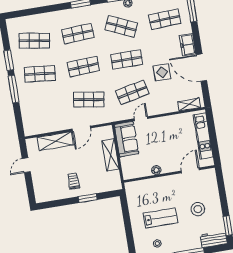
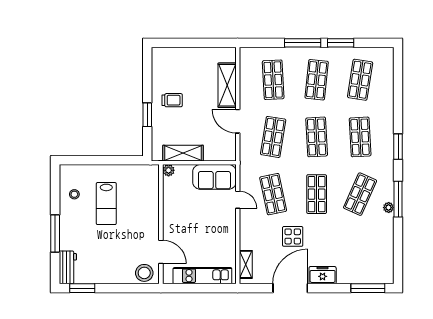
shop shelf: (165, 19) -> (273, 80), moved
shelving: (110, 155) -> (183, 153), moved
door: (26, 165) -> (203, 43), removed
plant: (156, 170) -> (169, 170), moved
stool: (198, 209) -> (144, 273), moved

